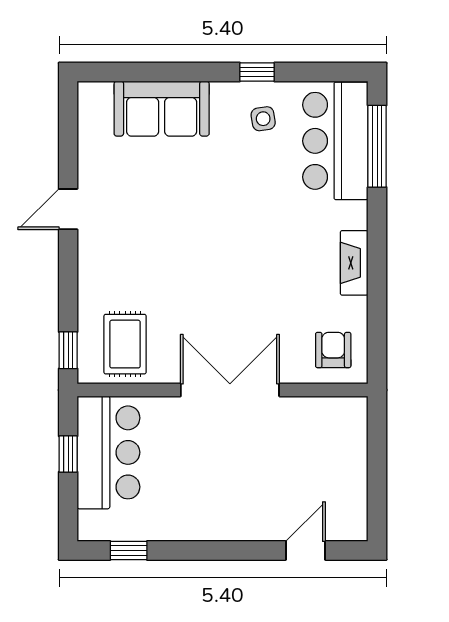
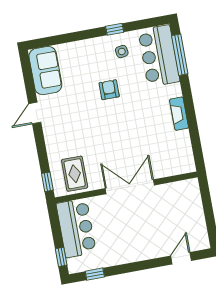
sofa: (162, 109) -> (45, 71), moved, turned -90
armchair: (333, 350) -> (109, 90), moved
window: (68, 454) -> (61, 257), moved

